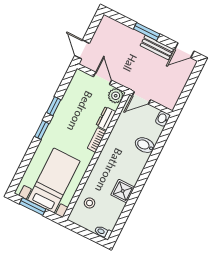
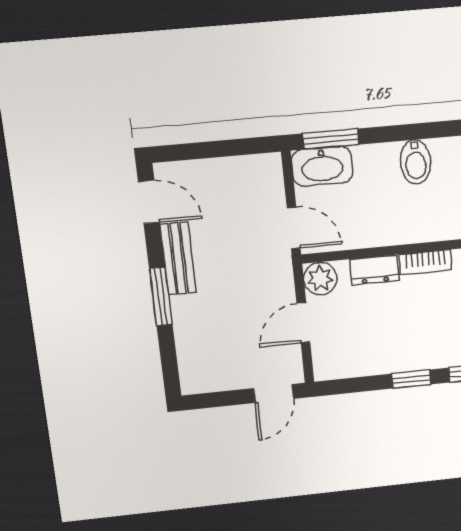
washbasin: (163, 119) -> (322, 166), width x1.91, depth x1.45
window: (166, 133) -> (331, 139), added
bidet: (145, 145) -> (416, 162), moved

